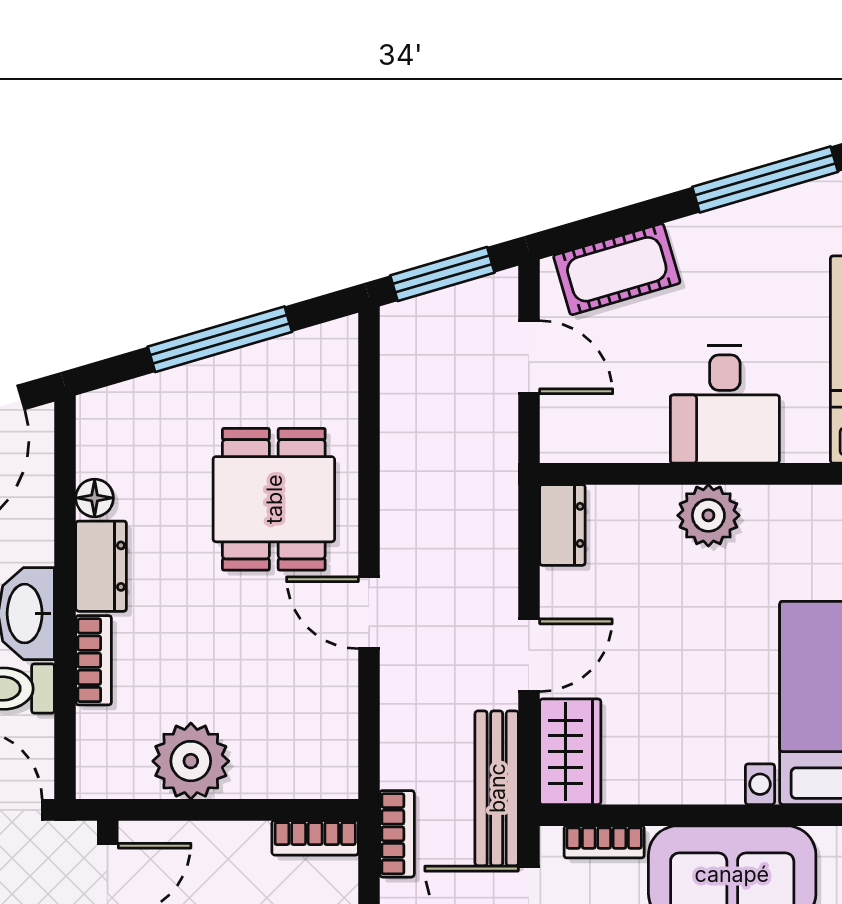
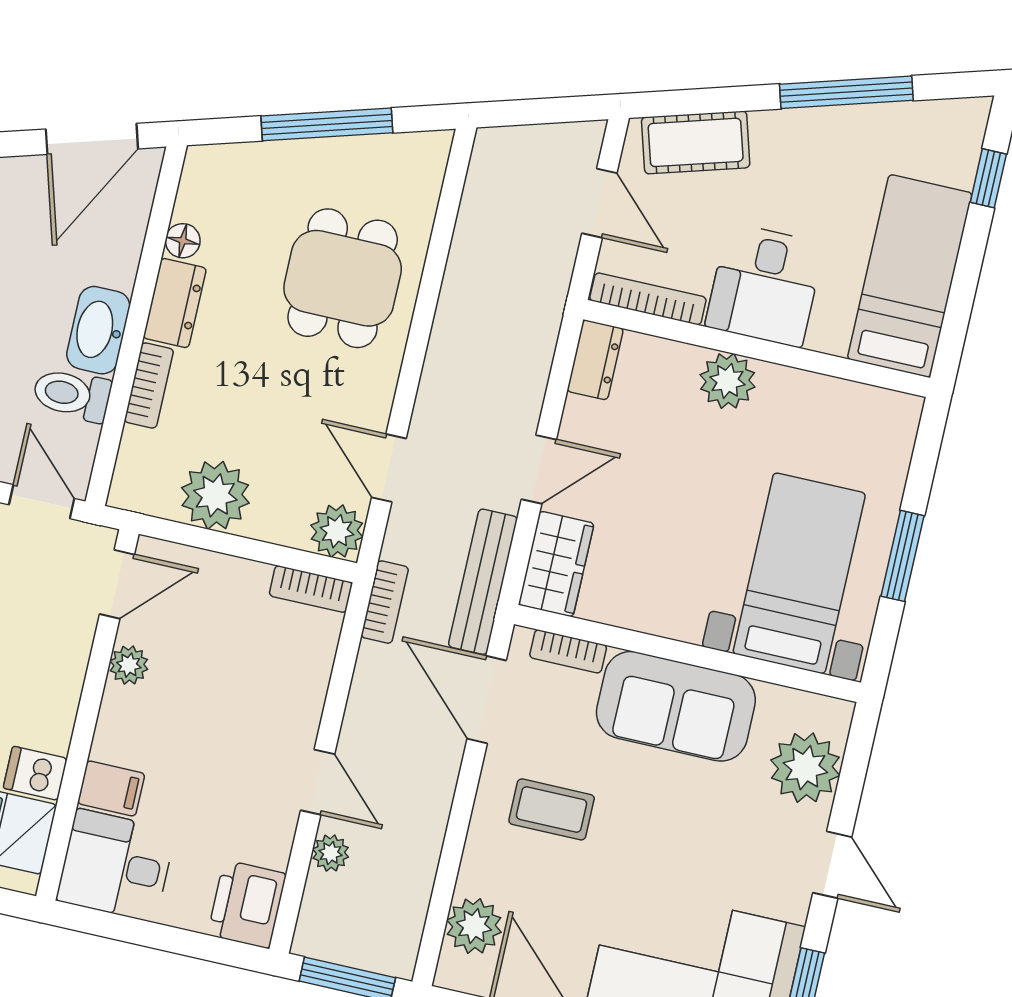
window: (442, 274) -> (539, 111), removed
bookcase: (604, 447) -> (648, 299), added
door: (369, 613) -> (389, 468), moved
plant: (329, 770) -> (337, 531), added

